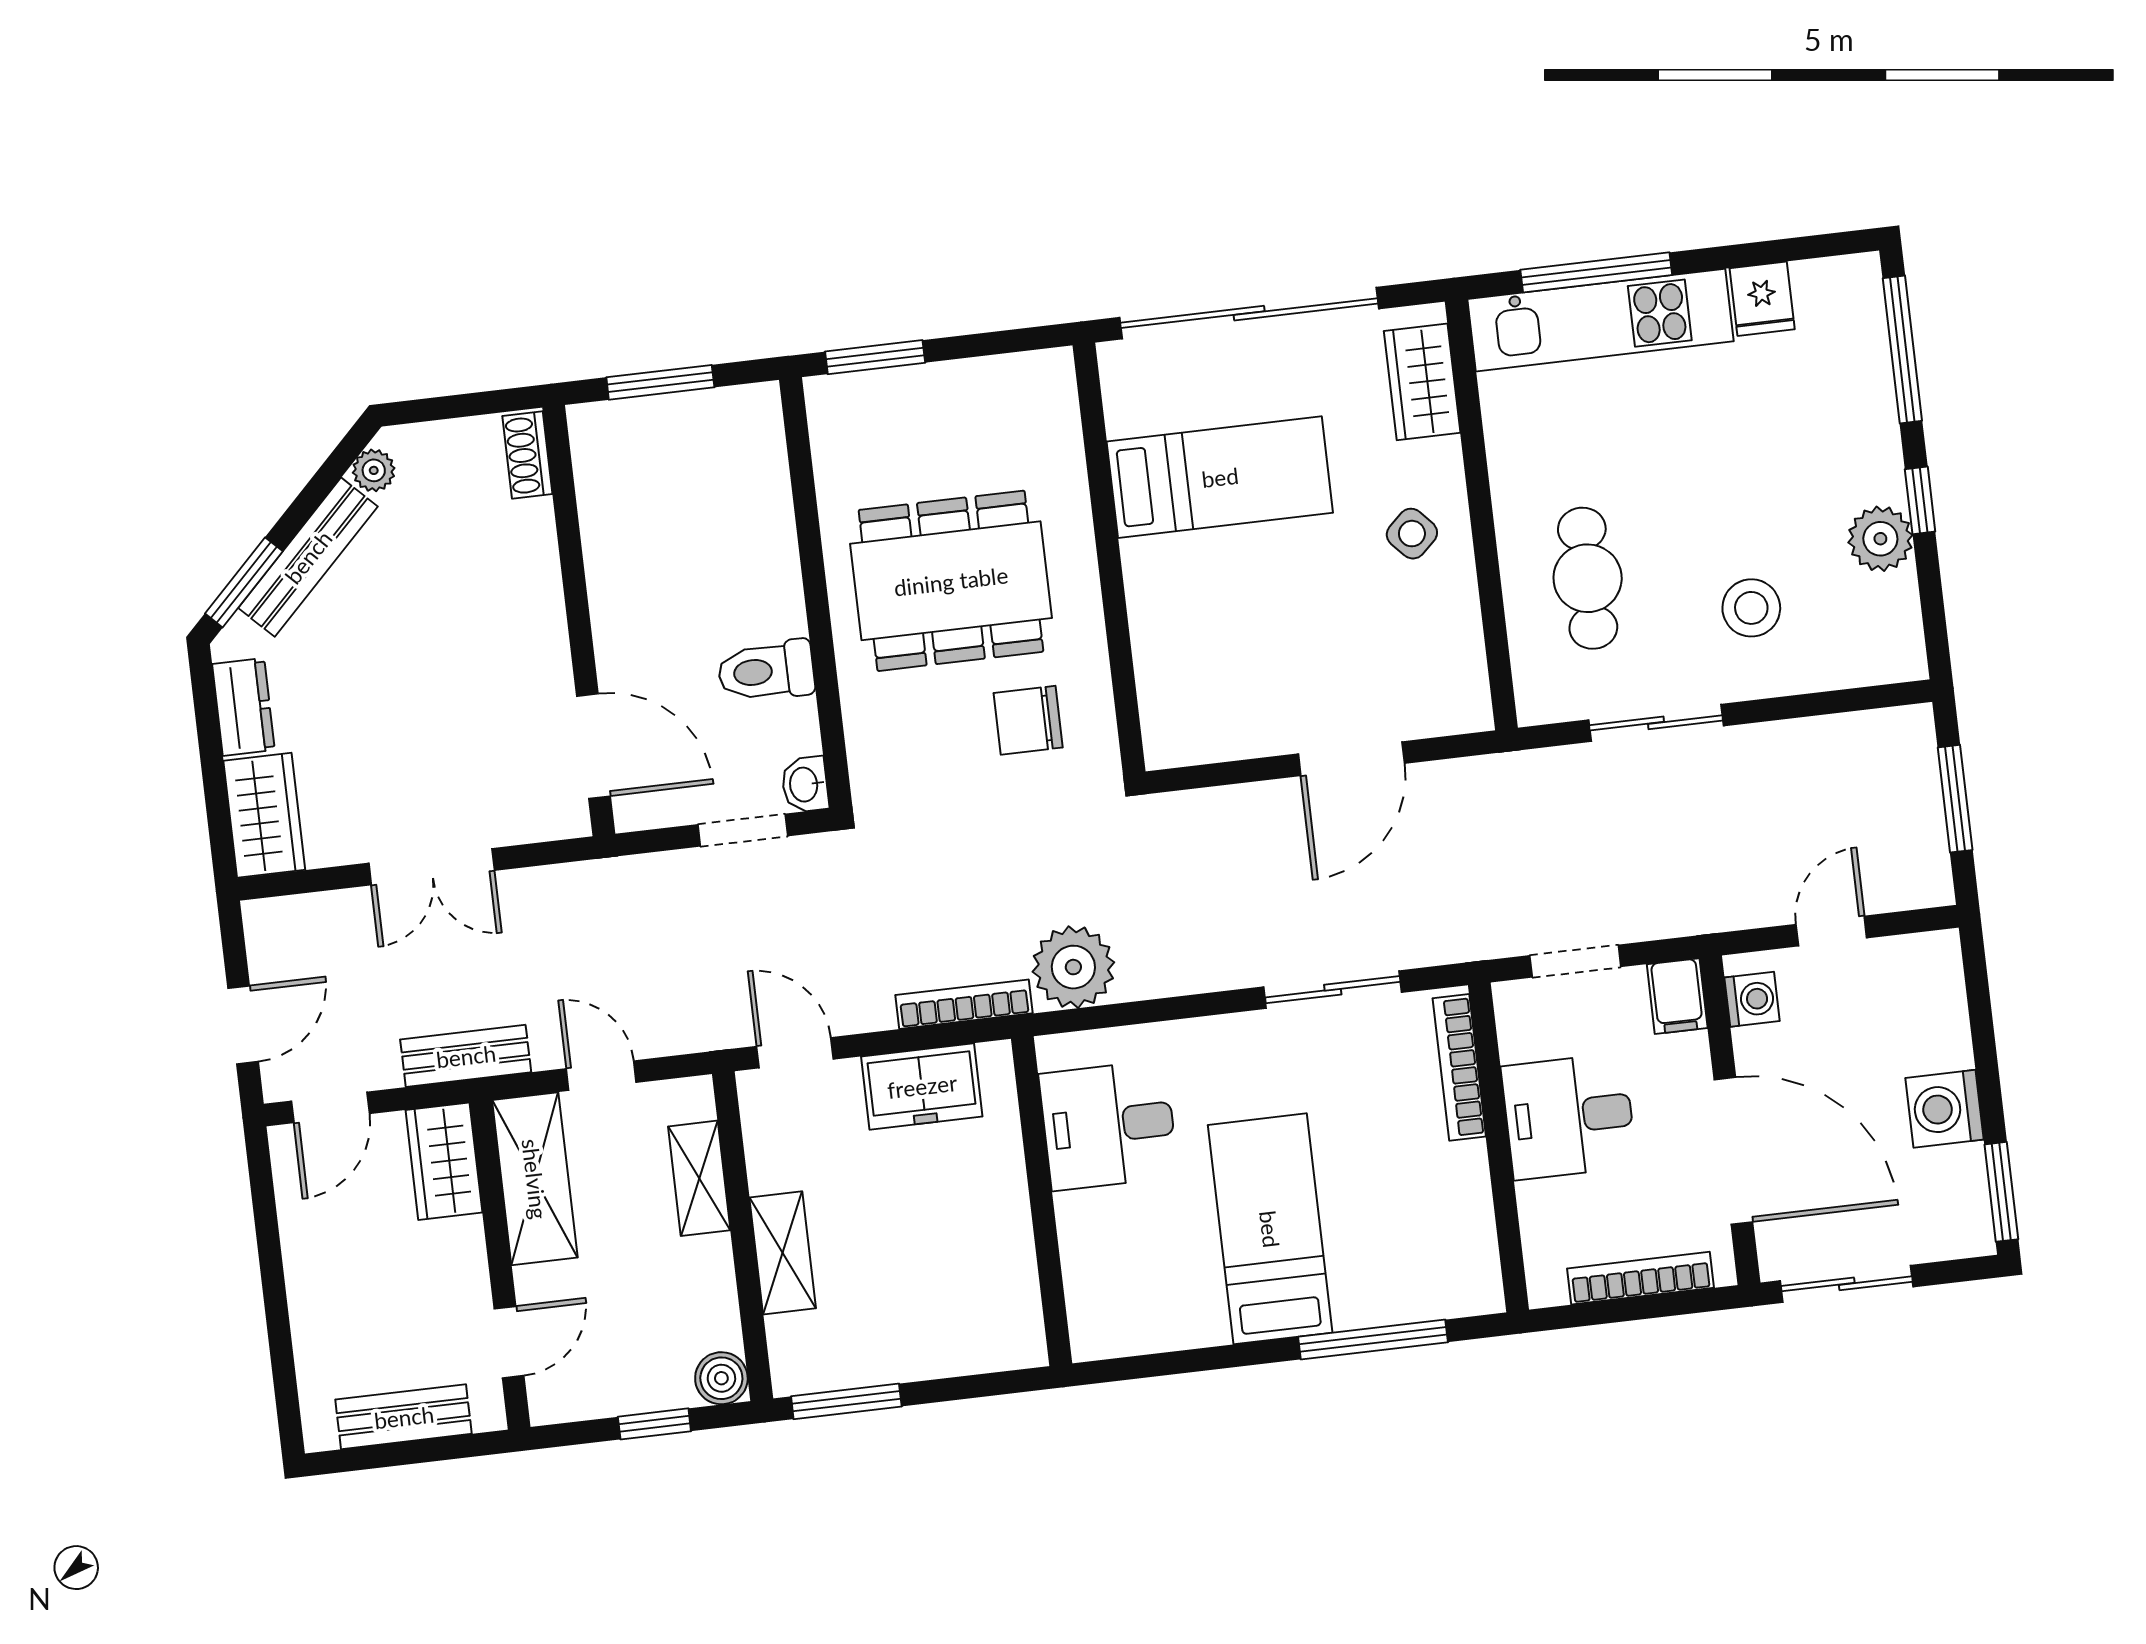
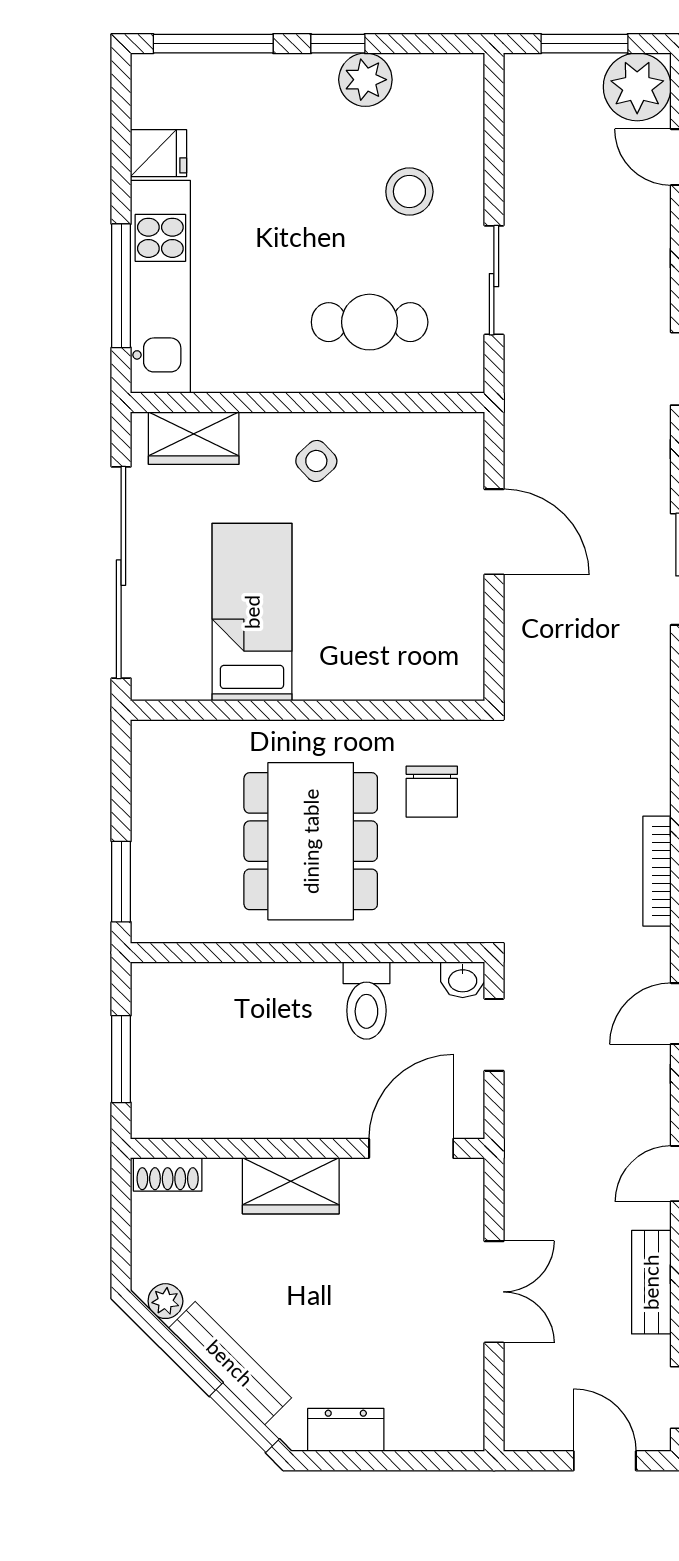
wardrobe: (264, 815) -> (291, 1186), moved, turned 180
plant: (1073, 967) -> (637, 87), moved

